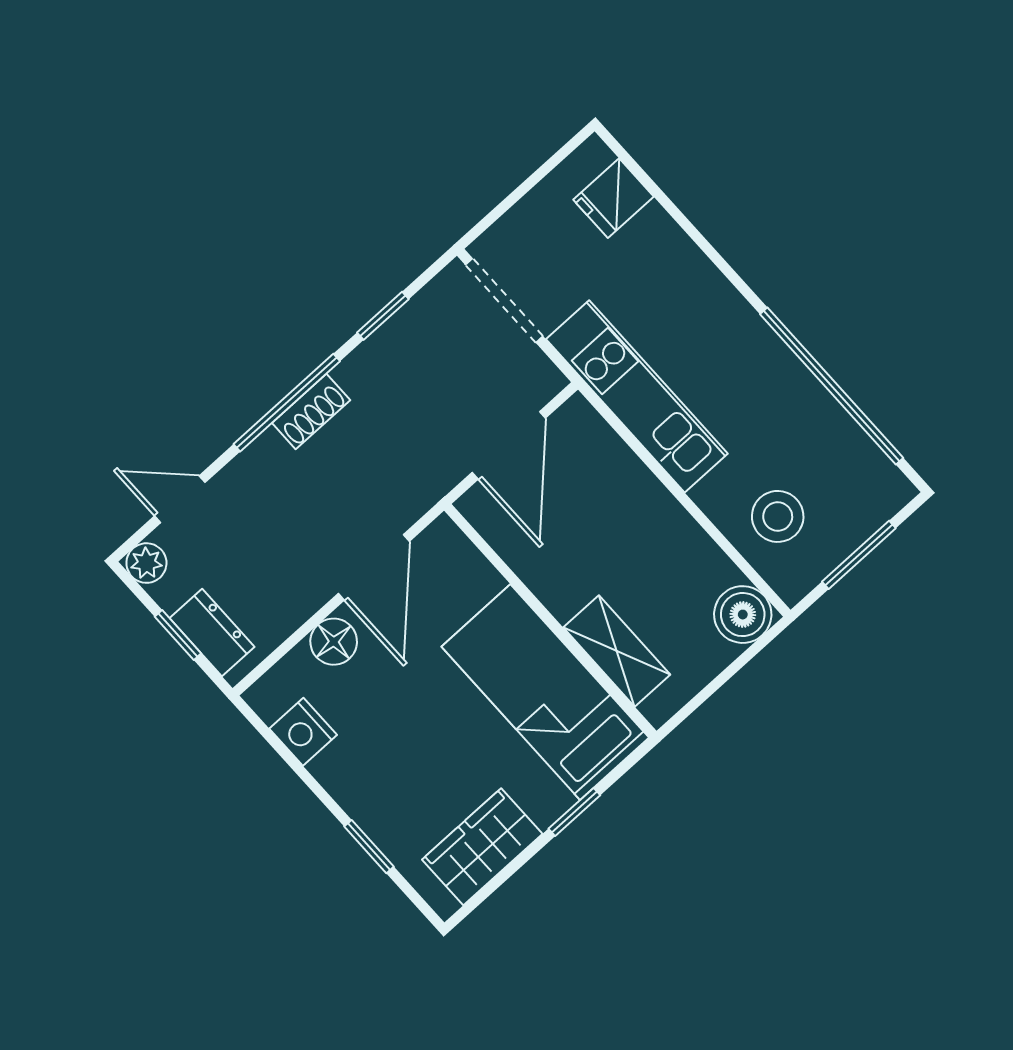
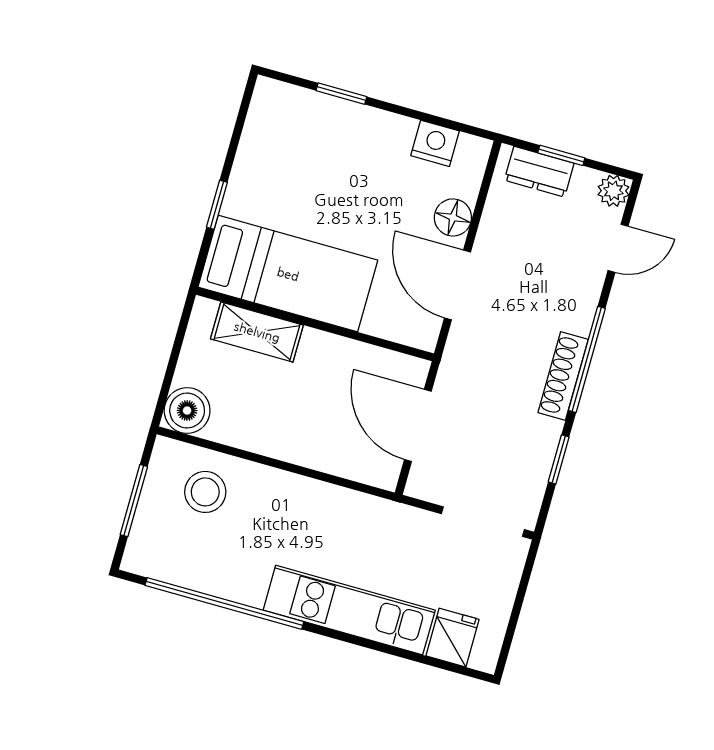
kitchen unit: (637, 396) -> (349, 610), moved, turned 180
shoe rack: (311, 412) -> (563, 376), width x1.43
wardrobe: (482, 847) -> (265, 142), removed

